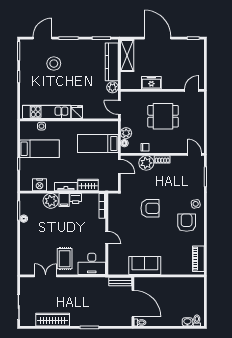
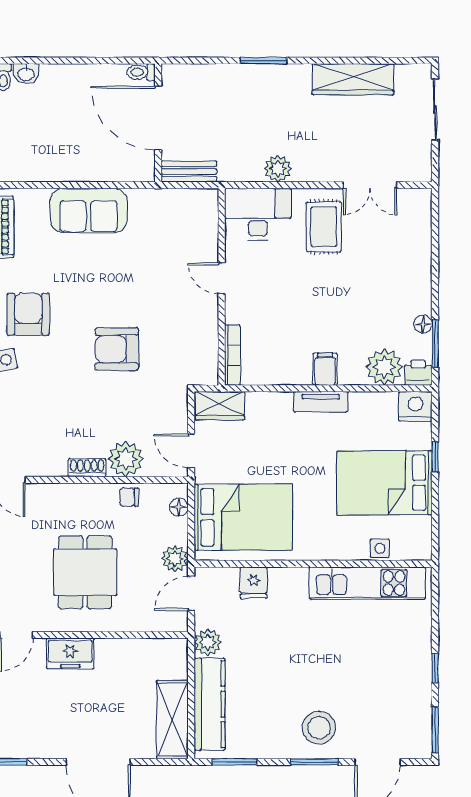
stool: (54, 64) -> (319, 728), moved
freezer: (151, 83) -> (70, 653), moved
door: (119, 107) -> (191, 594), swing flipped
fridge: (77, 112) -> (254, 583), moved
dining table: (163, 116) -> (85, 572), turned 90
plant: (126, 133) -> (175, 559), moved
bed: (98, 143) -> (243, 517), width x1.50
bed: (40, 149) -> (384, 483), width x1.50
nightstand: (40, 185) -> (415, 406), moved
wardrobe: (88, 185) -> (220, 406), moved
printer: (76, 199) -> (418, 373), moved
plant: (51, 201) -> (384, 367), moved
armchair: (187, 223) -> (28, 314), turned 180
sofa: (145, 266) -> (89, 210), moved
plant: (84, 283) -> (278, 169), added

